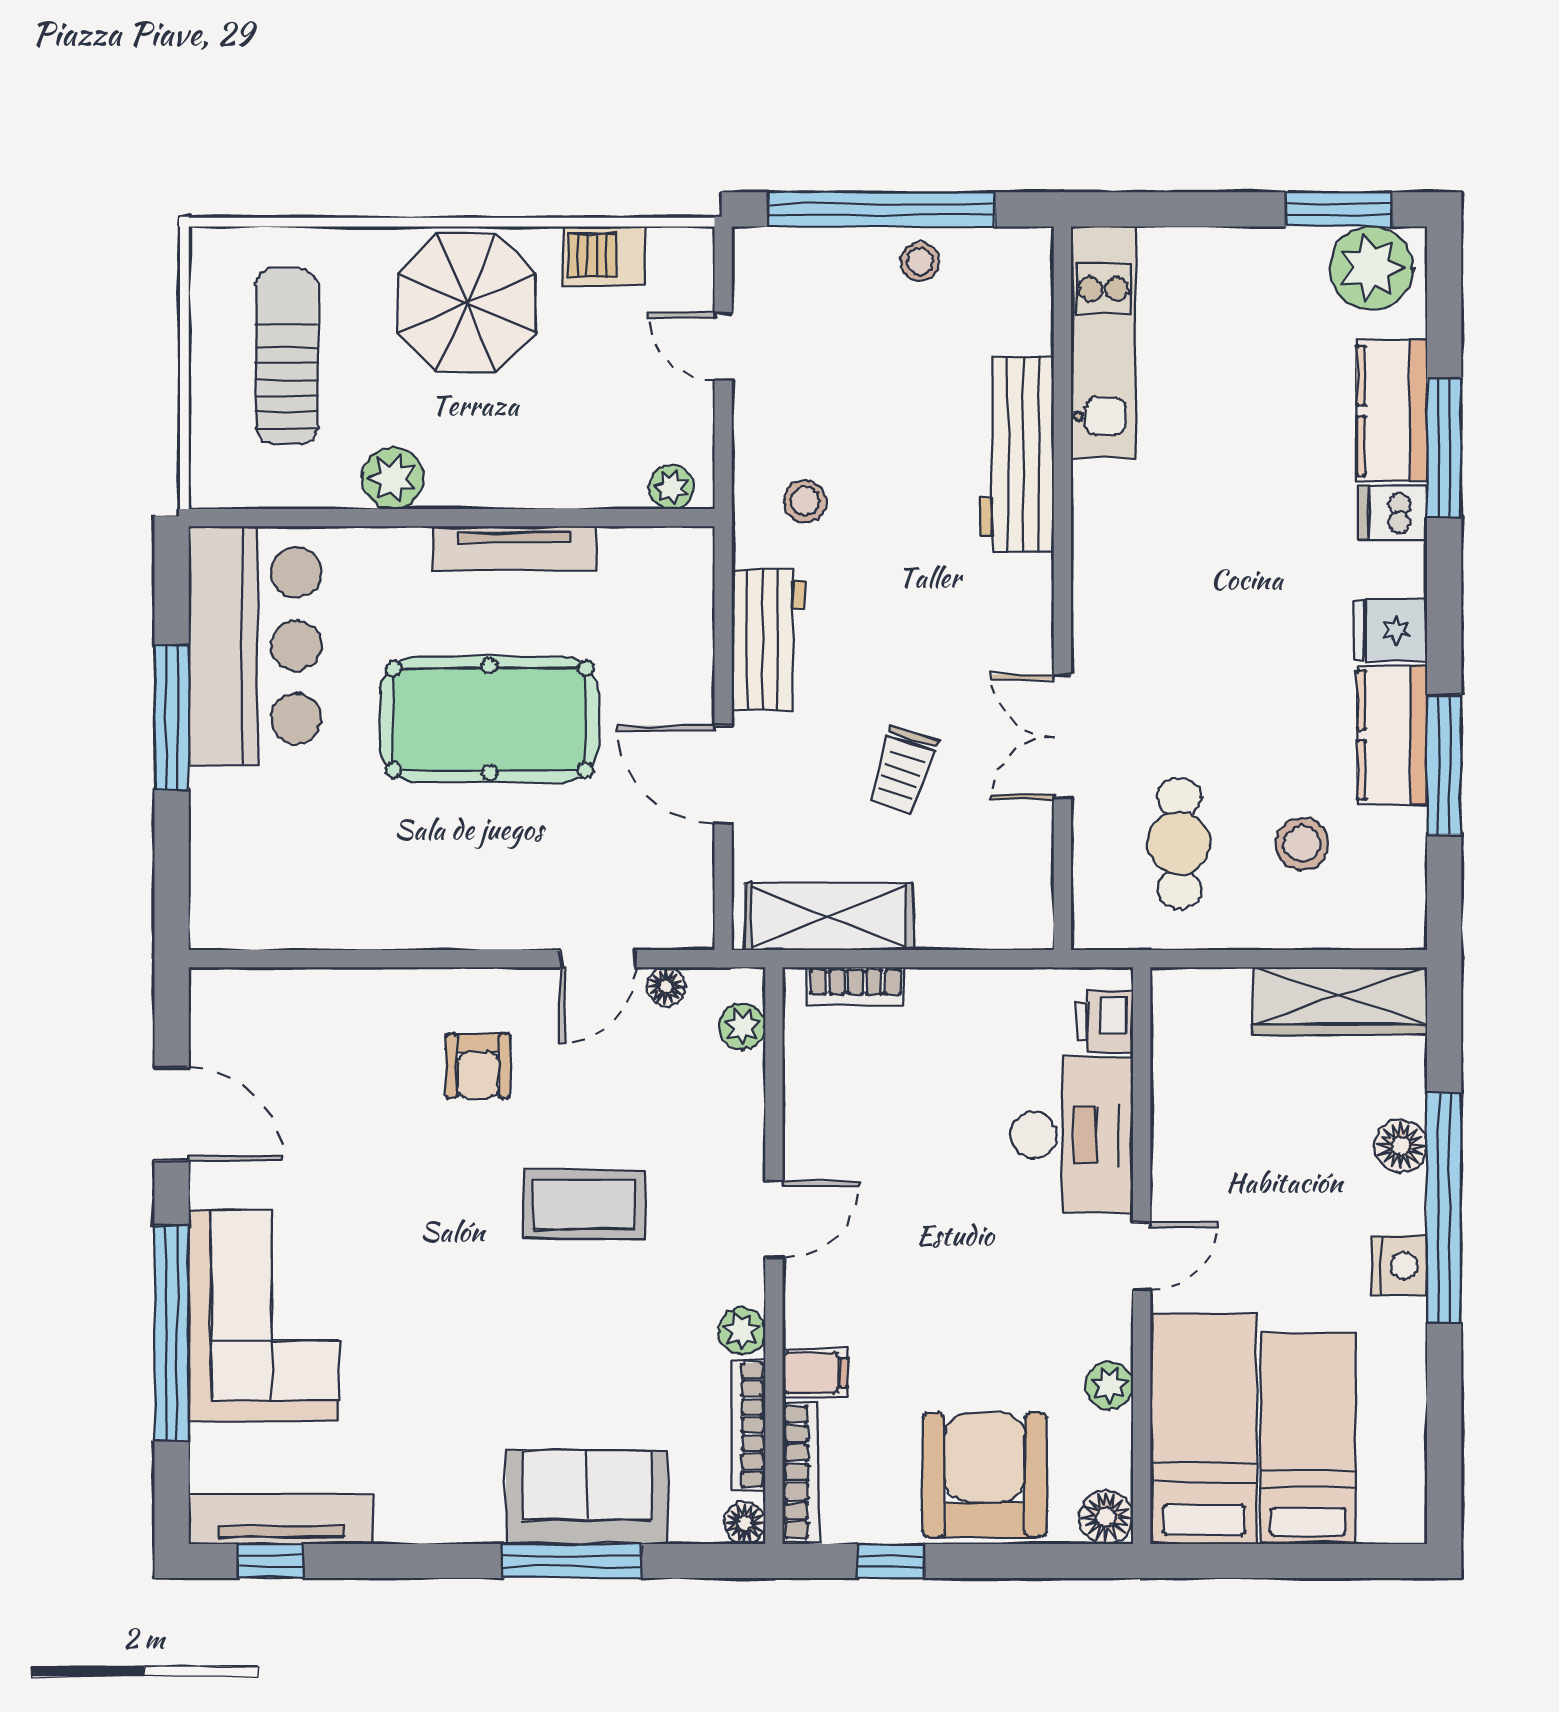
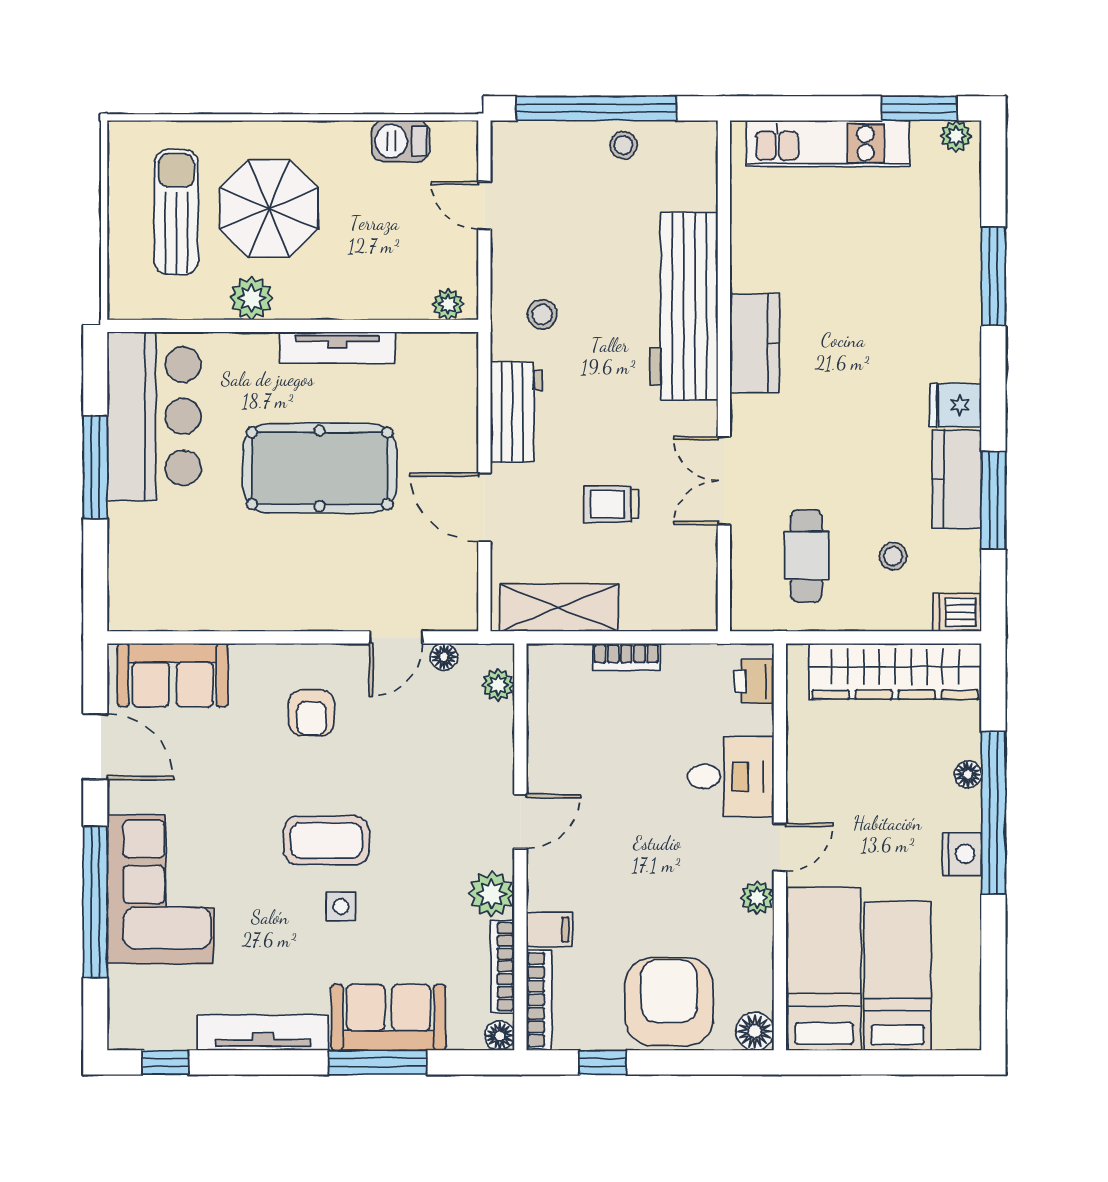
plant: (1372, 268) -> (956, 136), width x0.53, depth x0.53
parasol: (467, 303) -> (269, 209), moved
kitchen unit: (1103, 342) -> (828, 143), moved, turned 90
kitchen counter: (1392, 411) -> (755, 343), moved, turned 180
workbench: (1017, 454) -> (684, 306), width x1.36, depth x1.32
dishwasher: (1393, 513) -> (957, 612), moved
trolley: (903, 770) -> (611, 504), turned 72
stool: (1302, 844) -> (893, 556), width x0.73, depth x0.73
bookcase: (856, 987) -> (626, 657), moved
wardrobe: (1340, 1001) -> (895, 671), width x1.40, depth x1.17
sofa: (281, 1012) -> (173, 675), added
desk: (1072, 1135) -> (731, 776), width x0.73
floor lamp: (1401, 1146) -> (968, 774), width x0.73, depth x0.73
coffee table: (584, 1204) -> (326, 841), moved
plant: (742, 1331) -> (491, 894), width x1.38, depth x1.38
side table: (520, 1340) -> (341, 907), added
plant: (1109, 1385) -> (757, 898), moved
tv unit: (281, 1519) -> (263, 1033), moved

